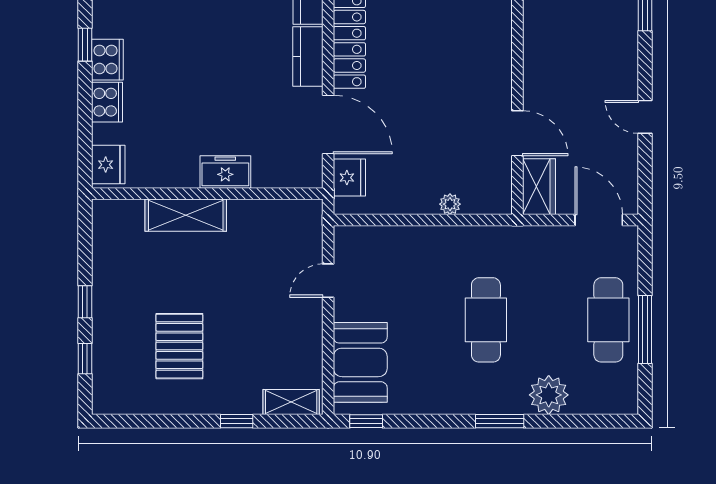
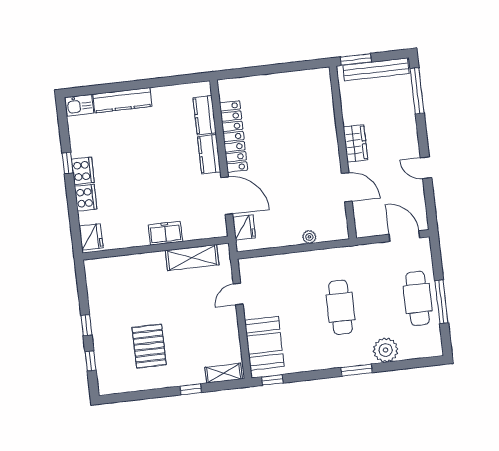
wardrobe: (539, 187) -> (355, 143), moved
shelving: (186, 215) -> (192, 258), moved

